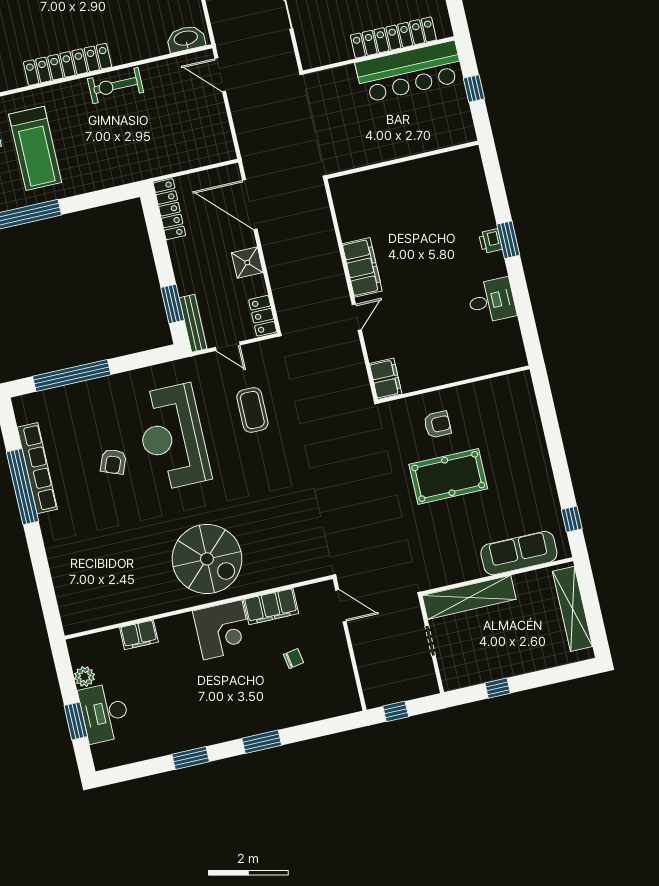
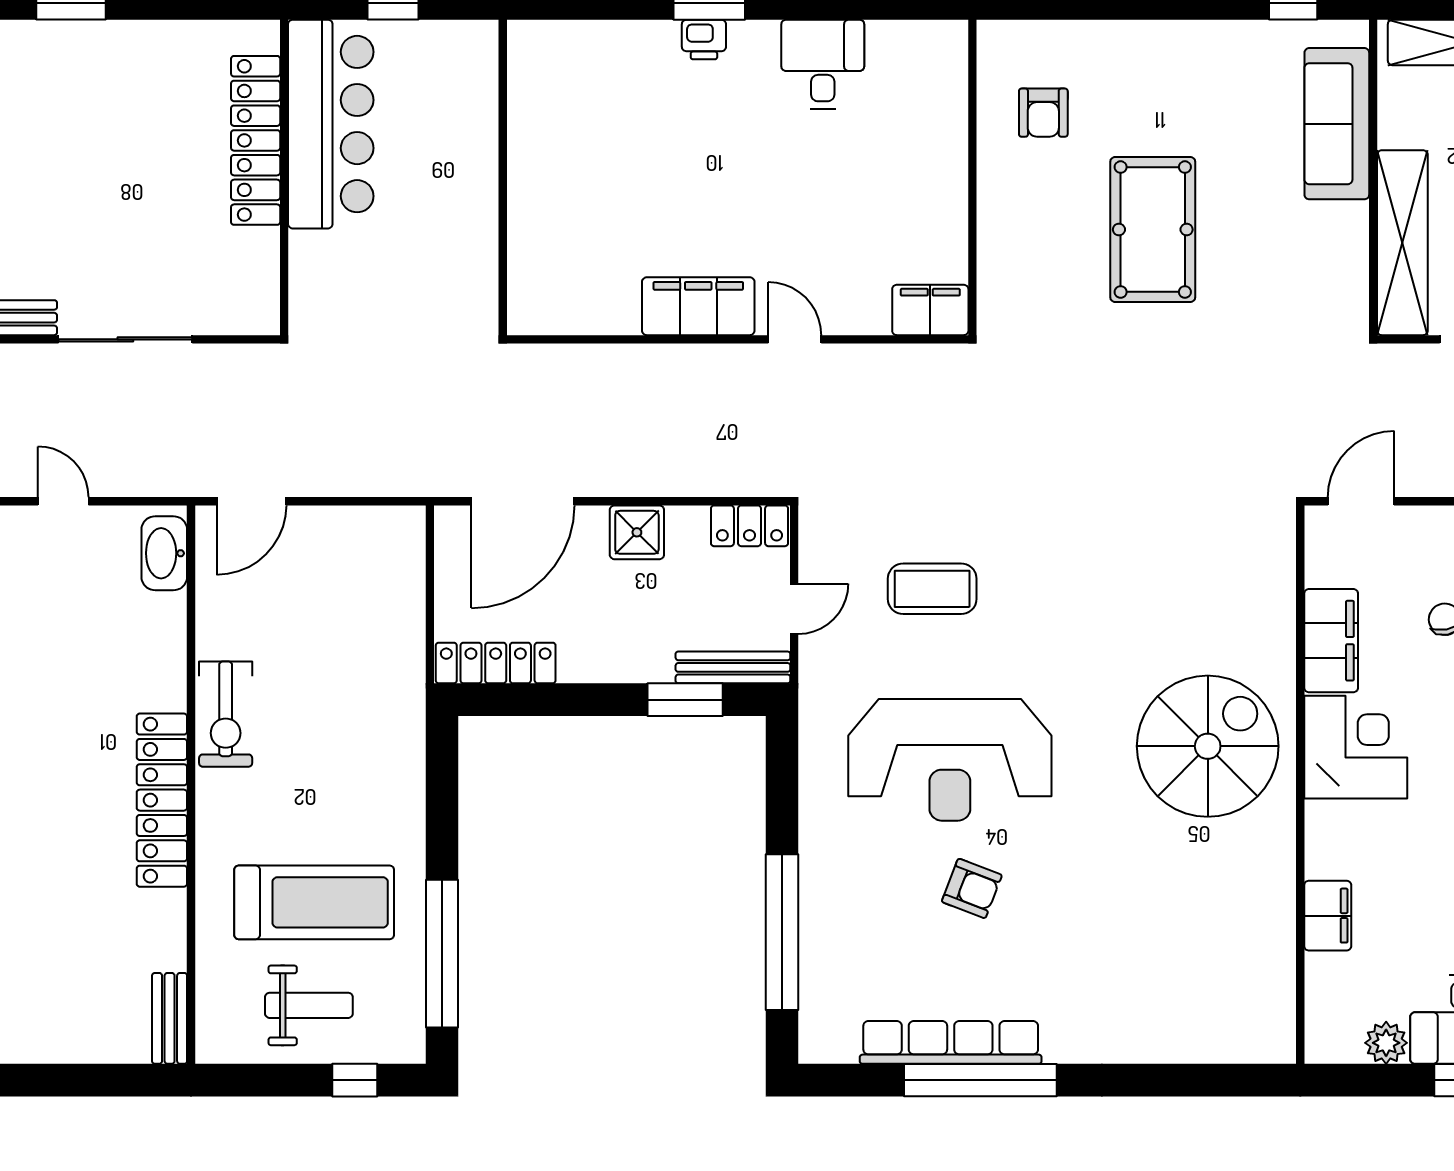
armchair: (438, 425) -> (1043, 113), moved, turned 180

